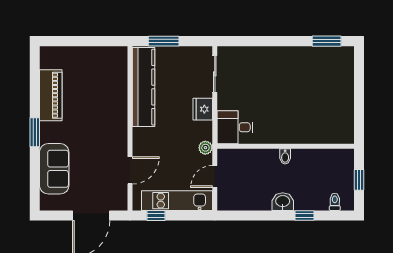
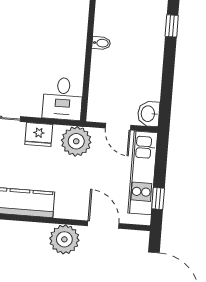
plant: (115, 138) -> (64, 239), added
plant: (205, 148) -> (76, 141), width x1.88, depth x1.88
washbasin: (283, 202) -> (149, 114), moved

